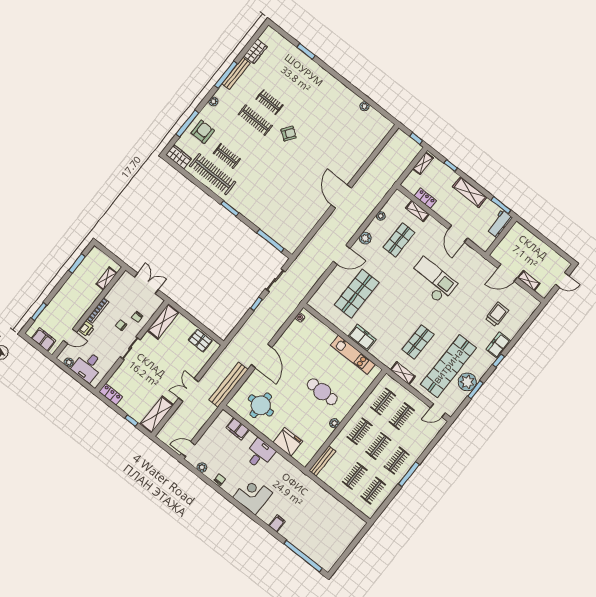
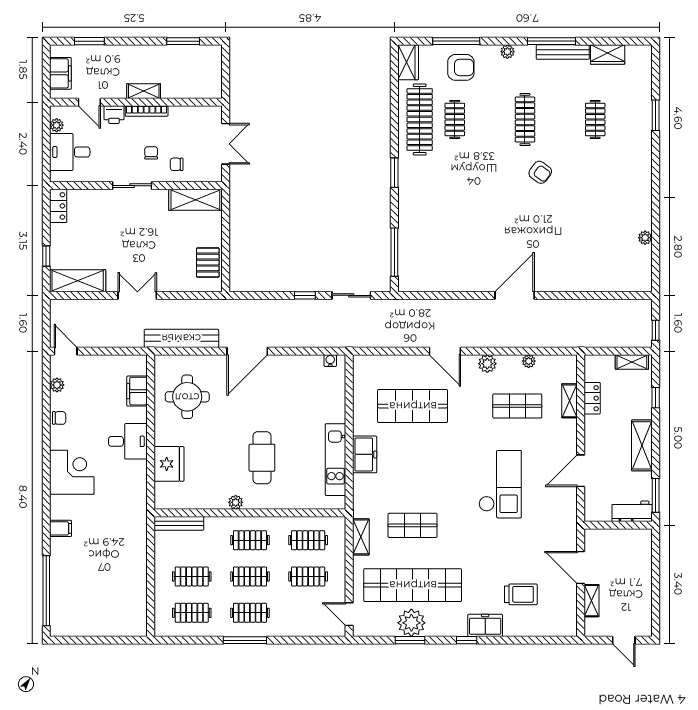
clothes rail: (270, 102) -> (595, 120), moved
shelving: (106, 279) -> (144, 91), moved

